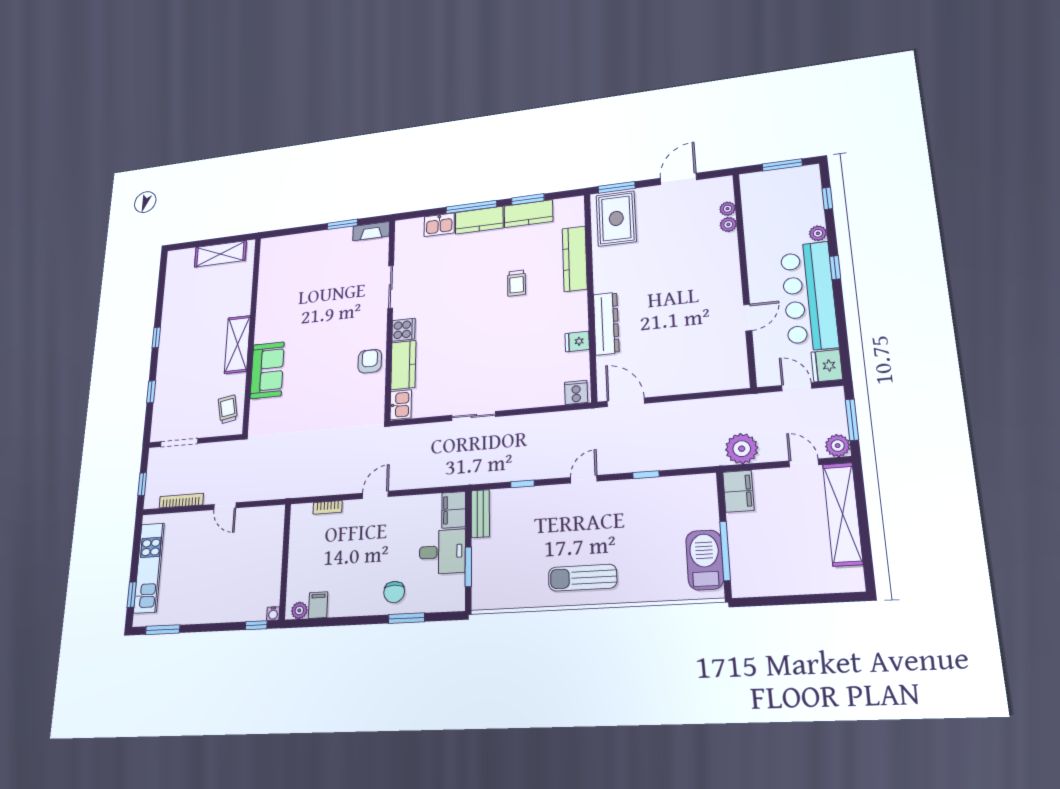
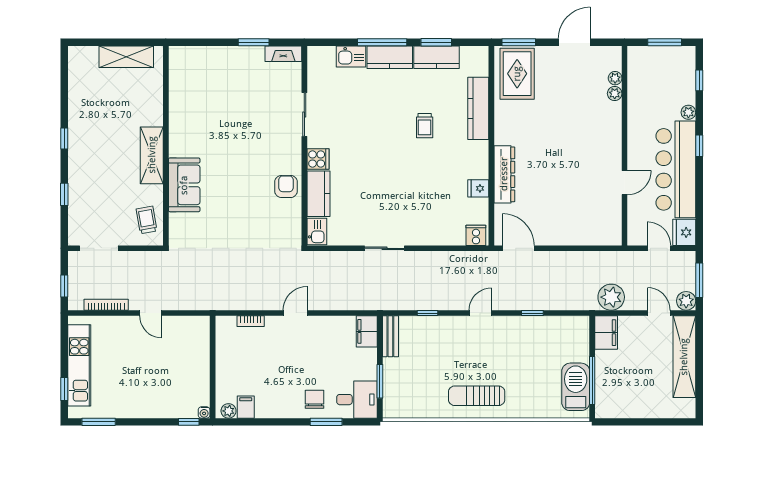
desk: (442, 552) -> (357, 400), moved
chair: (394, 592) -> (315, 399), turned 180

